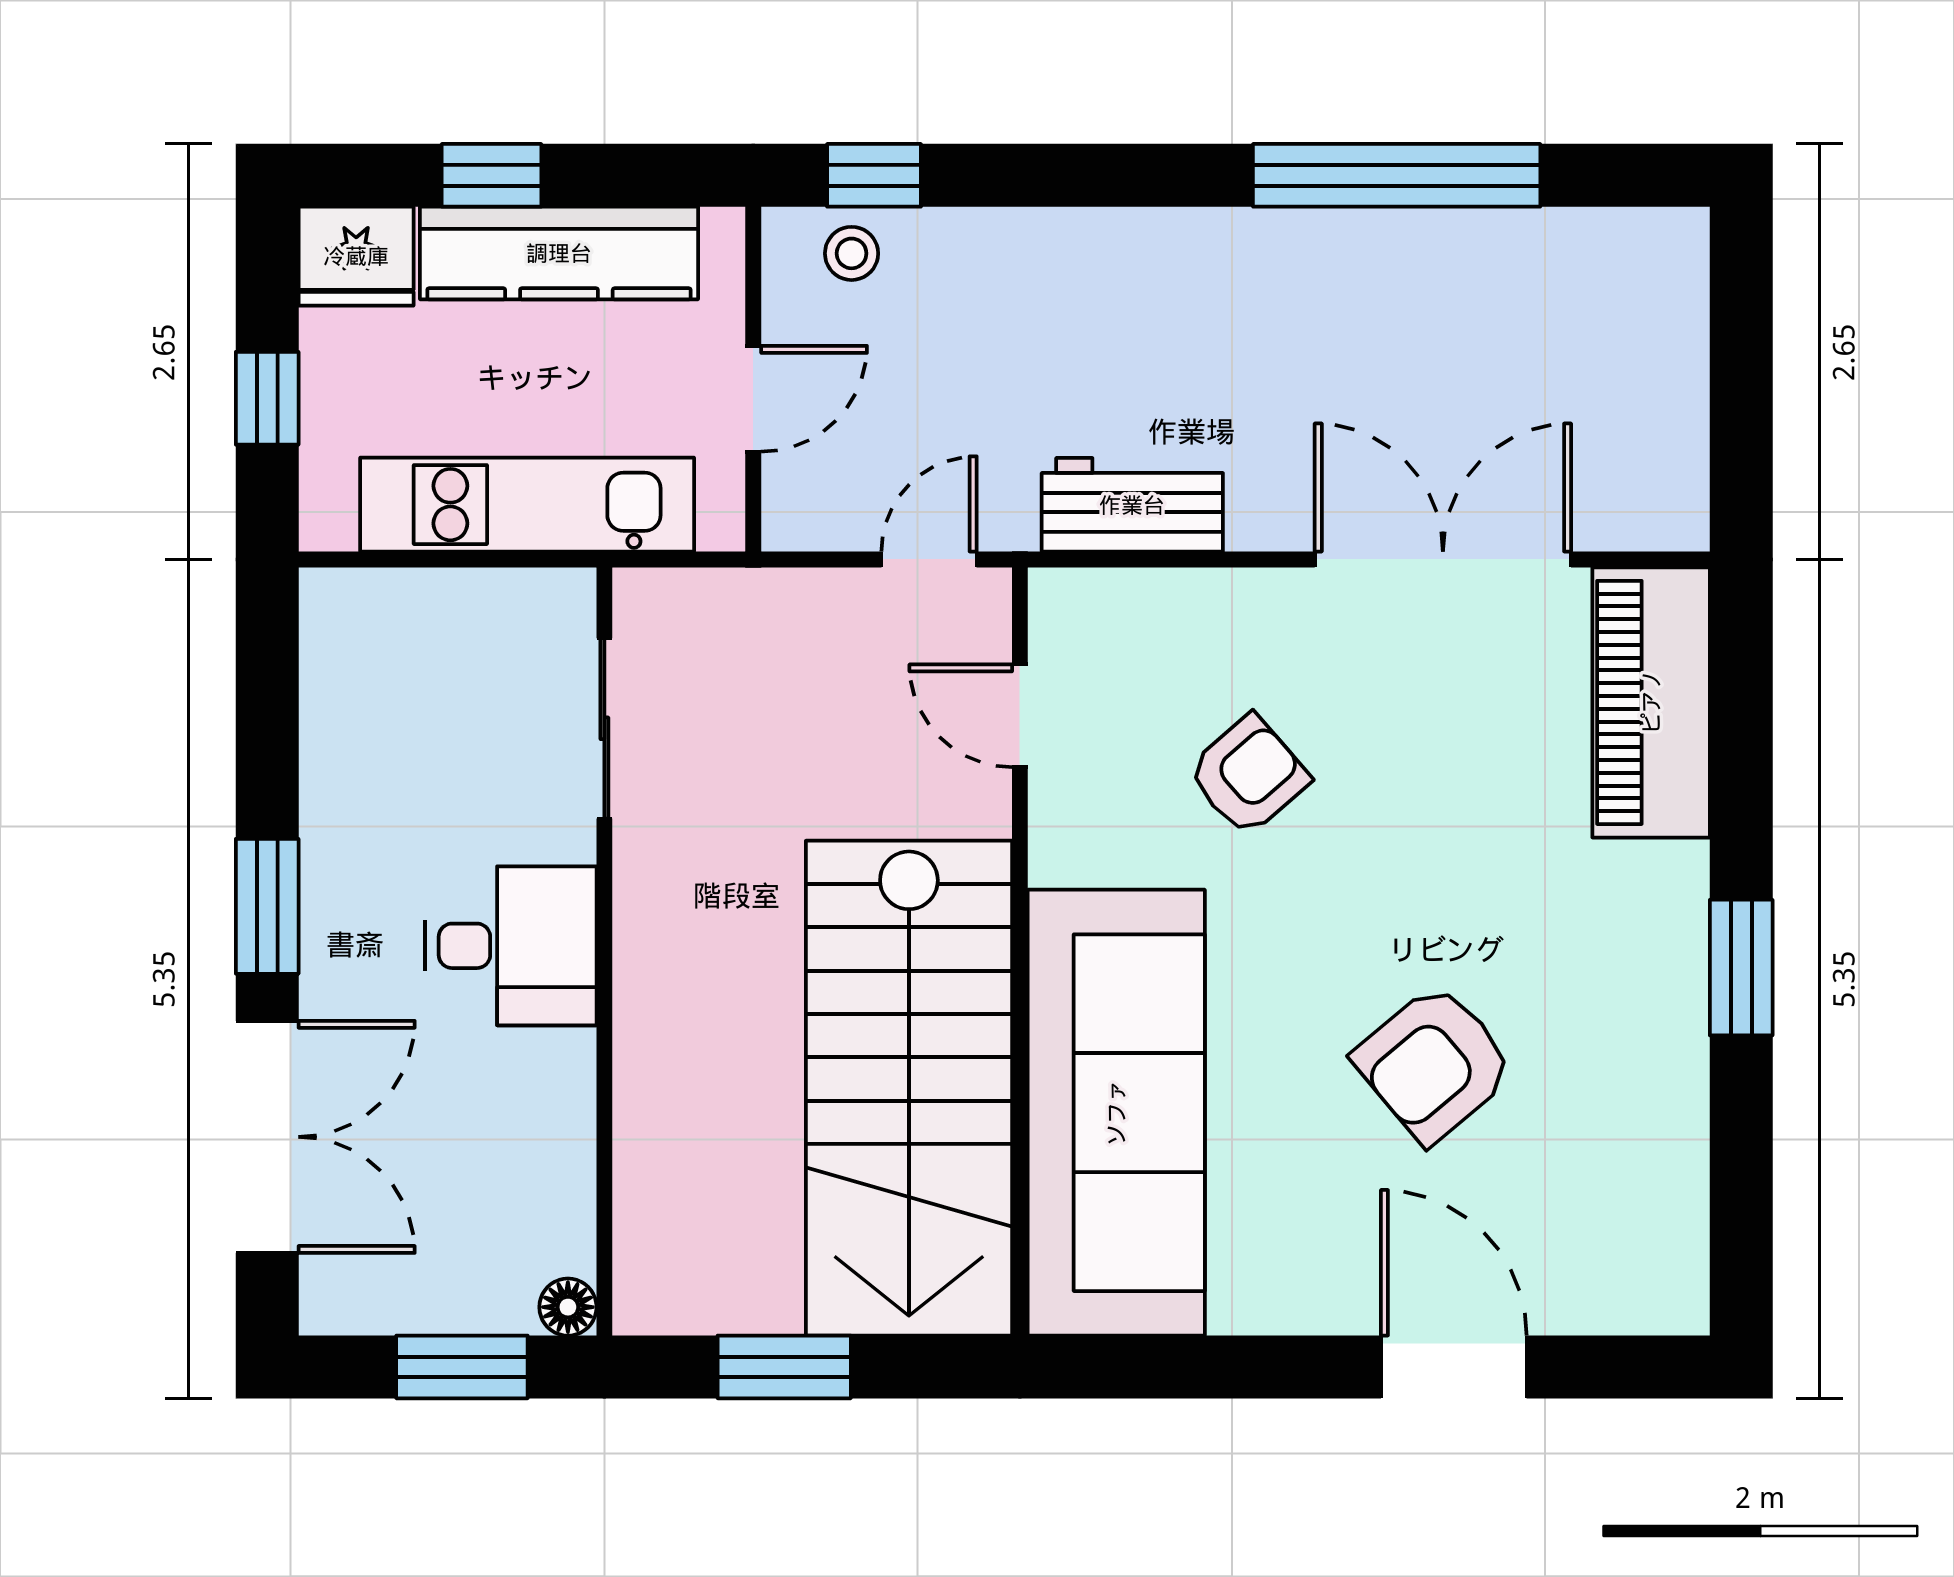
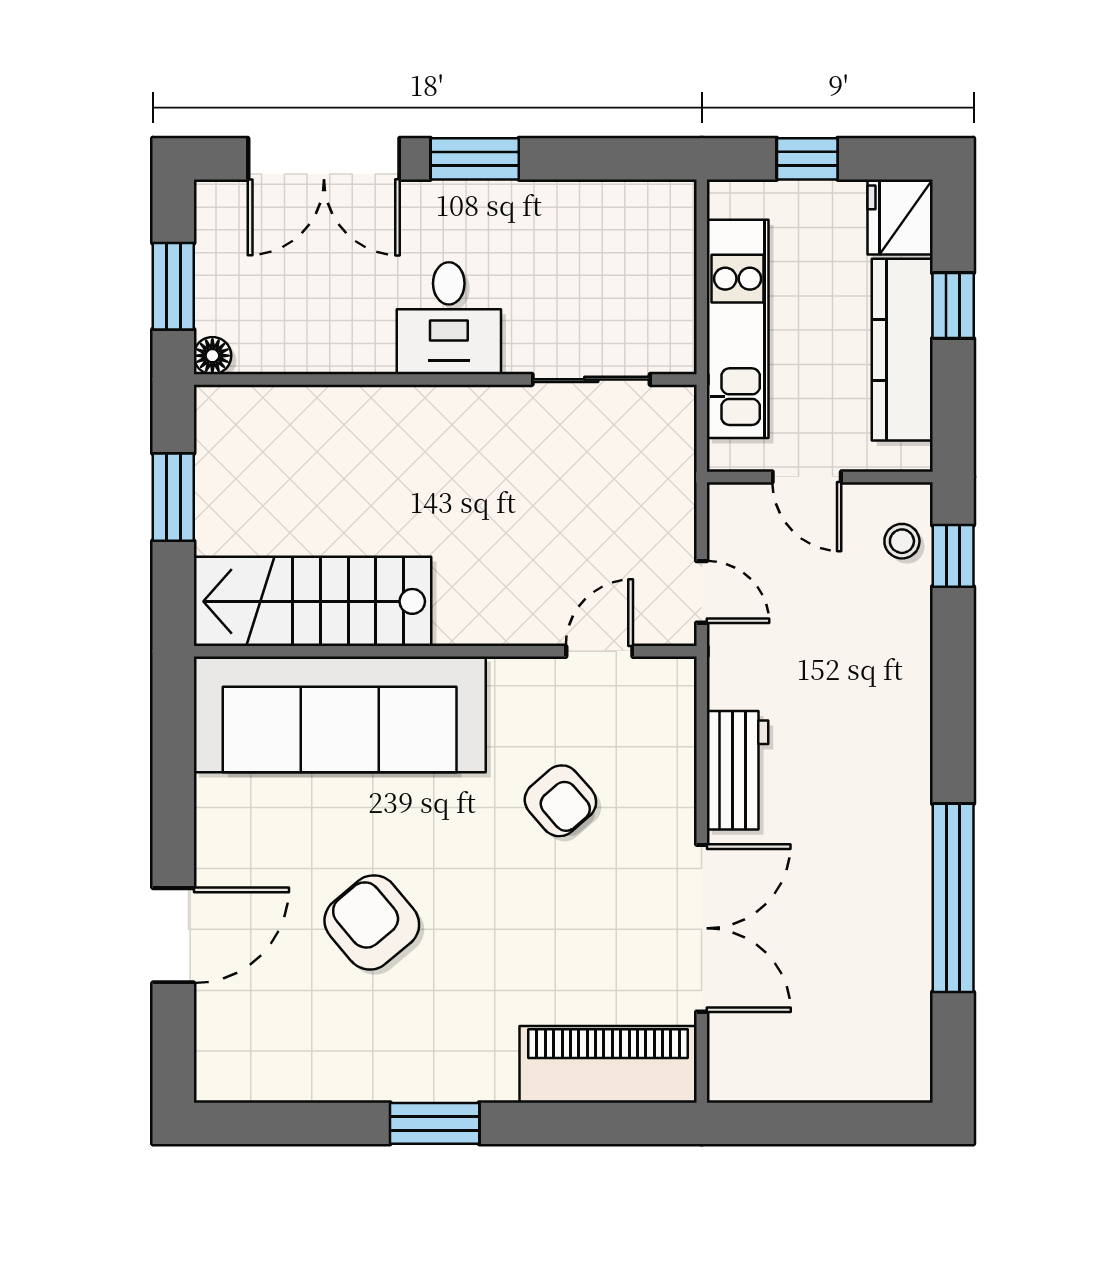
workbench: (1132, 505) -> (737, 770), moved
stairs: (909, 1088) -> (312, 601), width x0.73, depth x0.66

